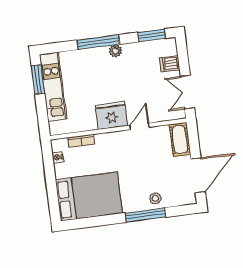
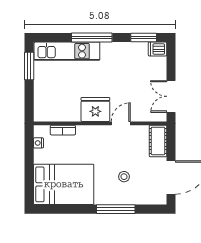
plant: (115, 51) -> (107, 48), removed
dishwasher: (170, 64) -> (157, 49), moved
kitchen unit: (53, 87) -> (67, 51), moved, turned 90
stool: (155, 198) -> (124, 177), moved

